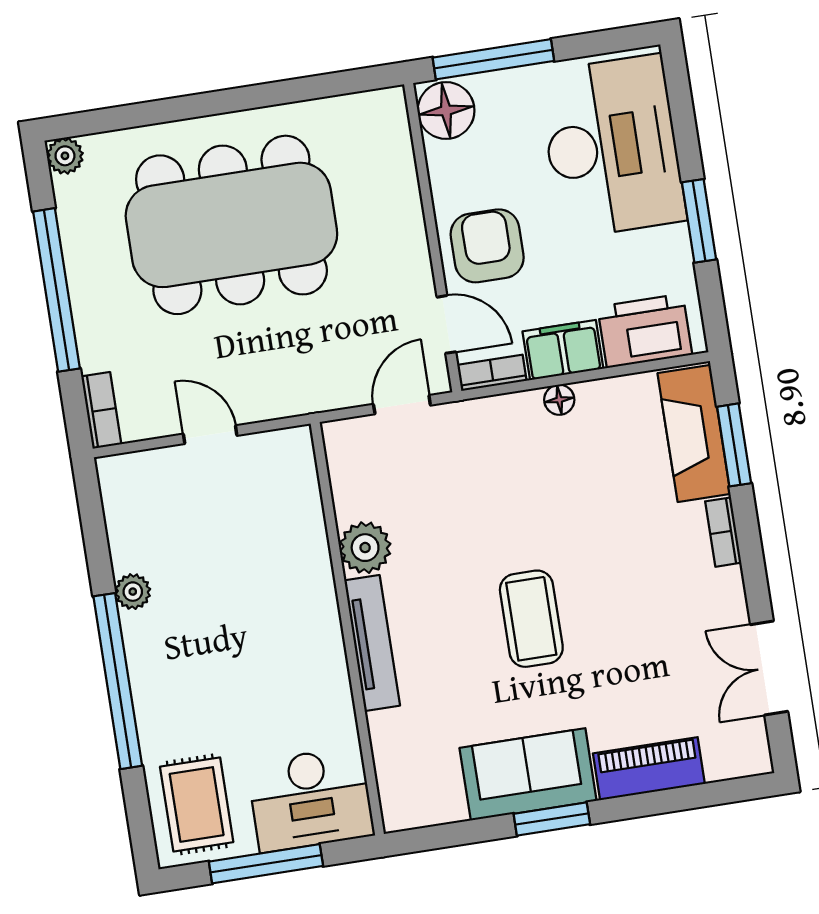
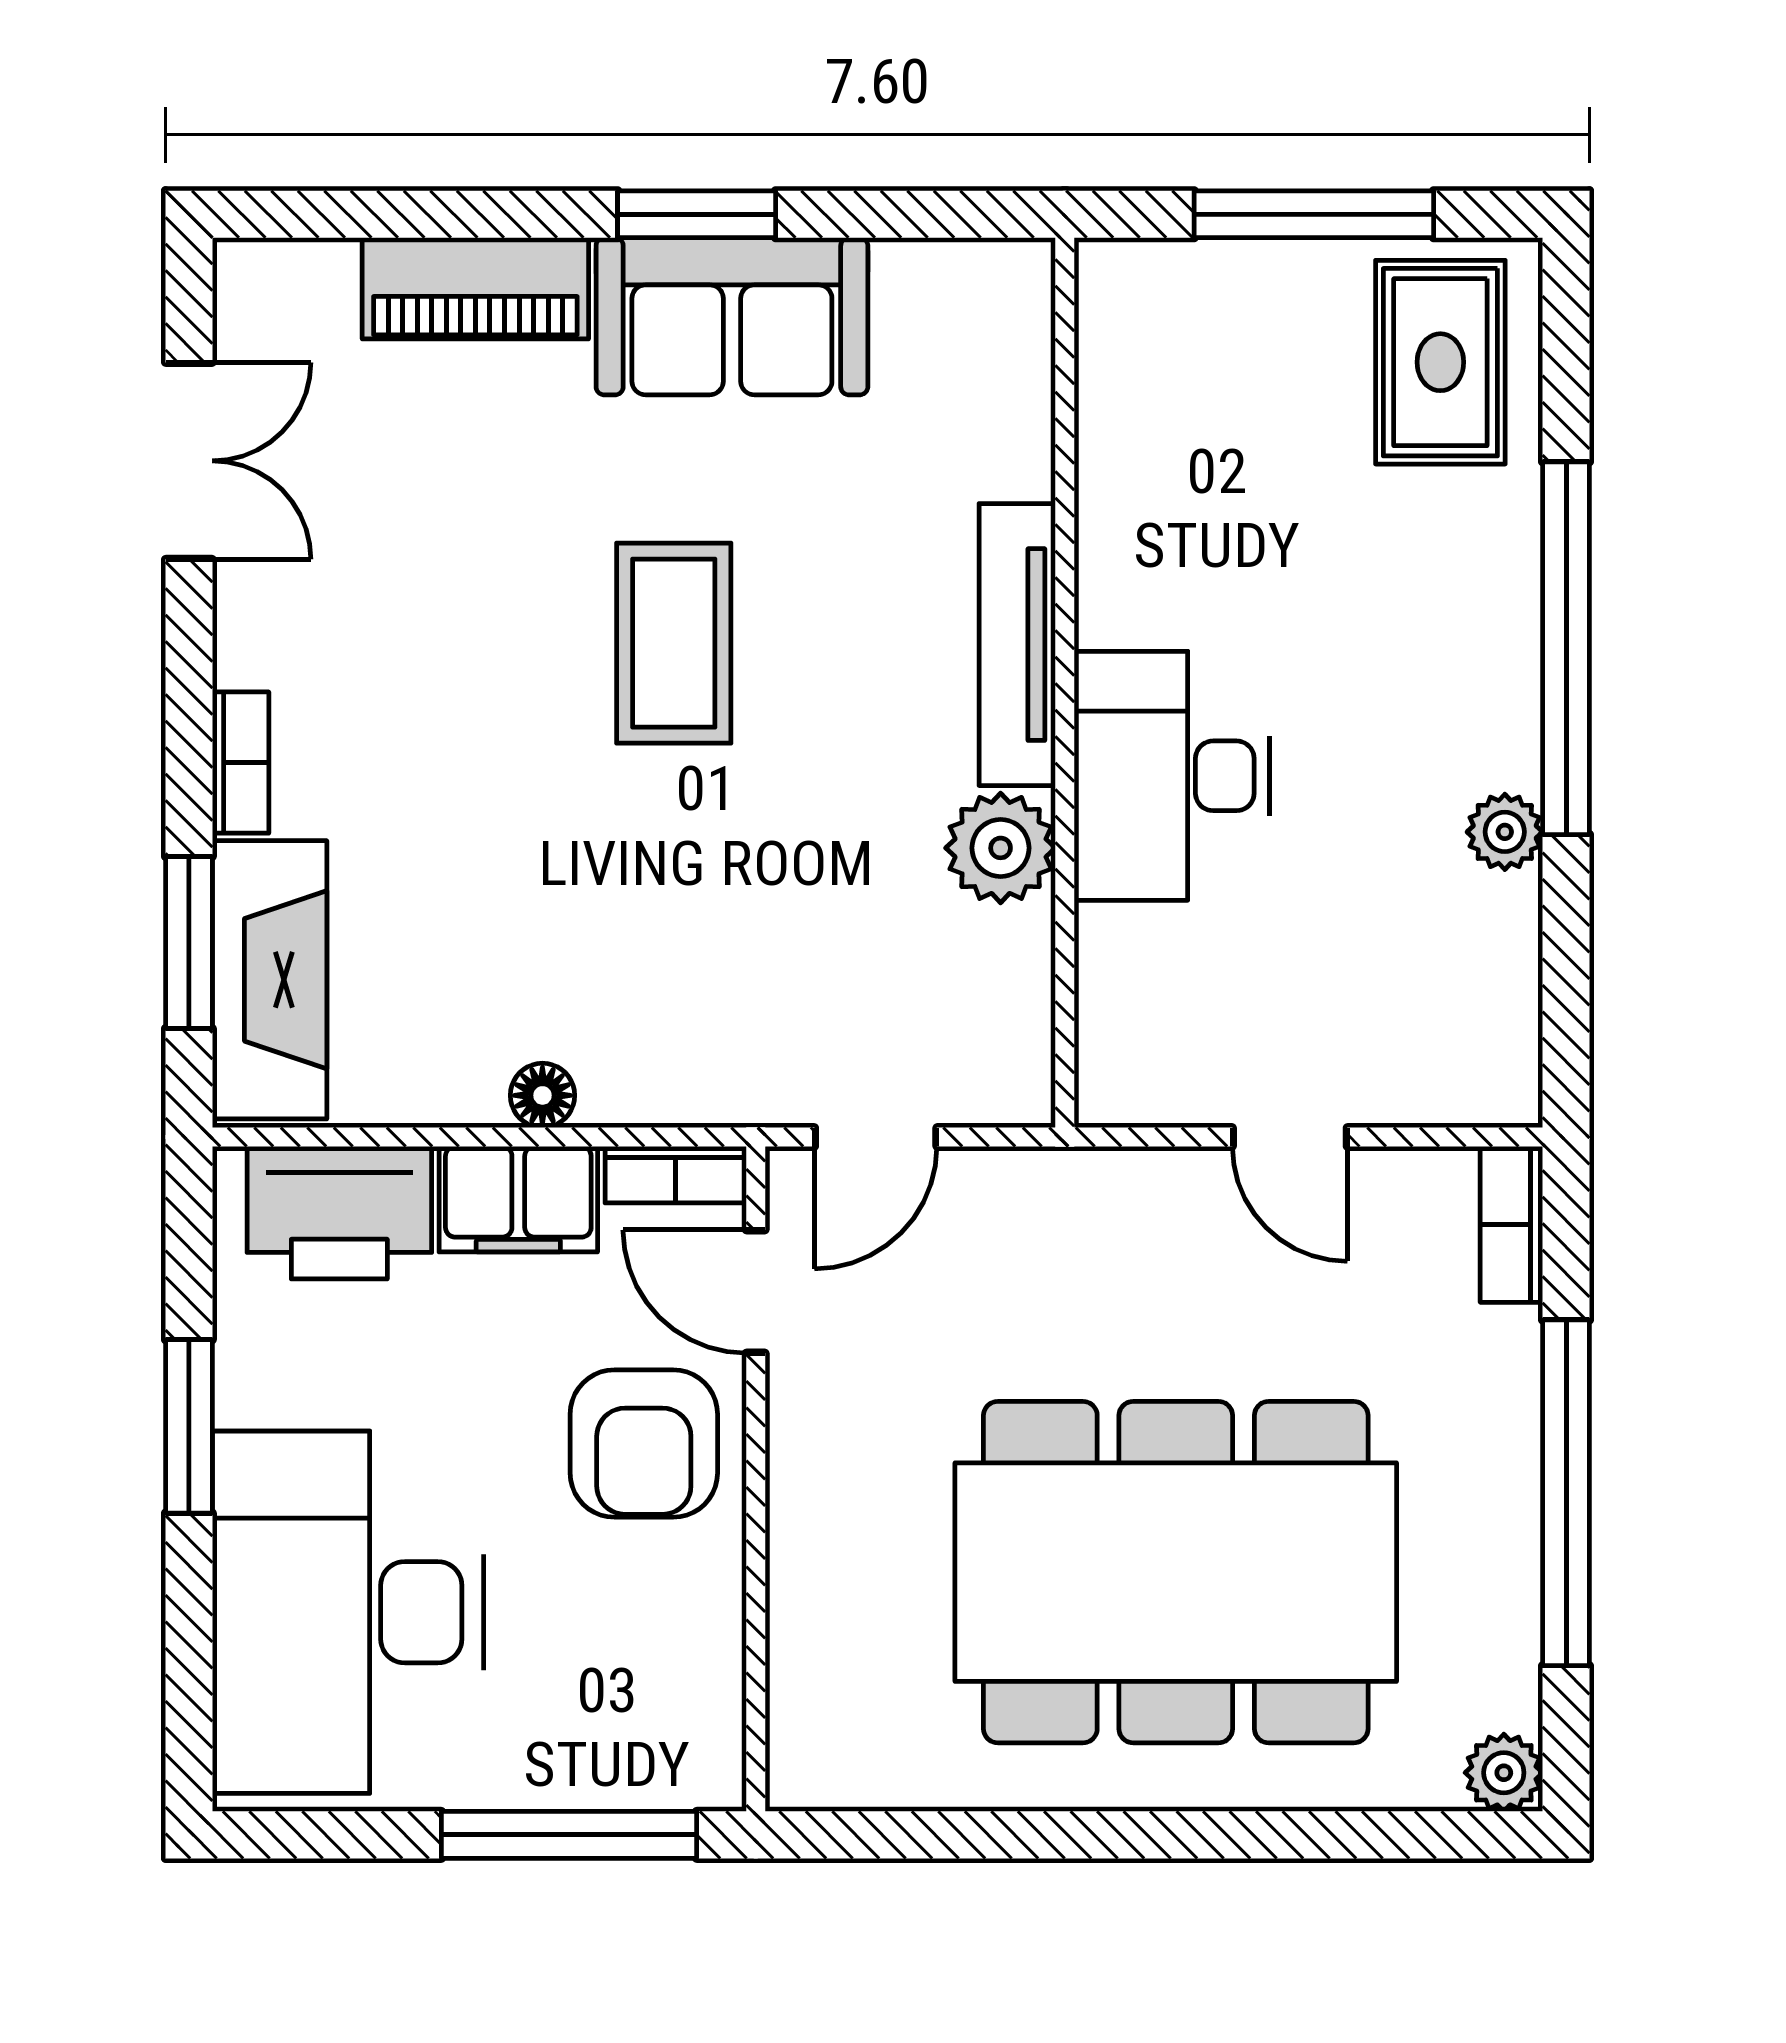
floor lamp: (446, 110) -> (686, 1743), removed
desk: (311, 799) -> (1172, 776), moved, turned -90

